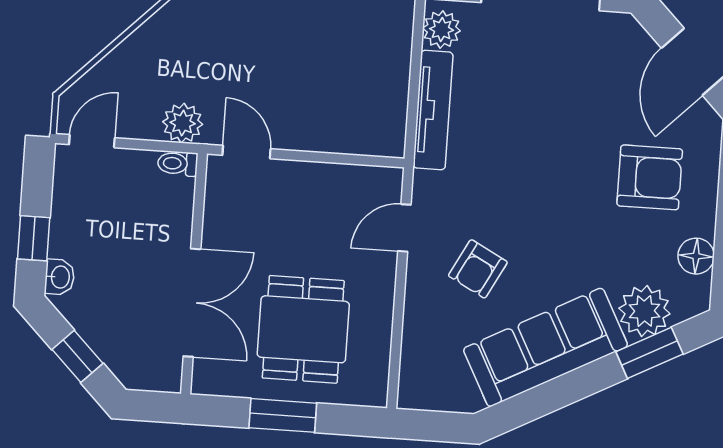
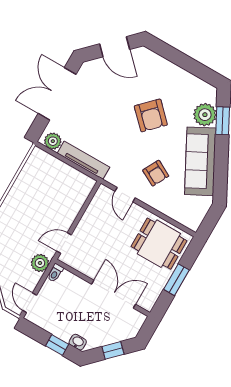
armchair: (650, 177) -> (151, 115), moved, turned 135
floor lamp: (696, 256) -> (193, 83), removed
dining table: (303, 329) -> (159, 244), moved

